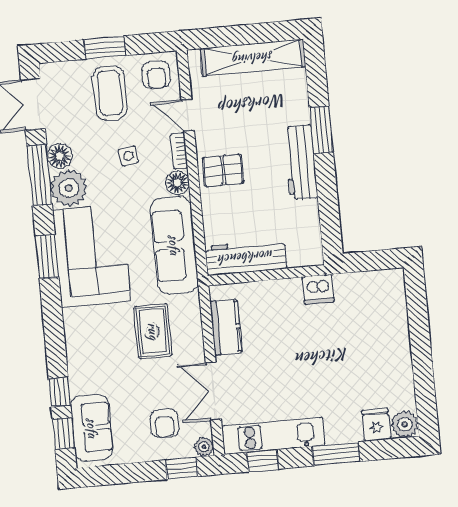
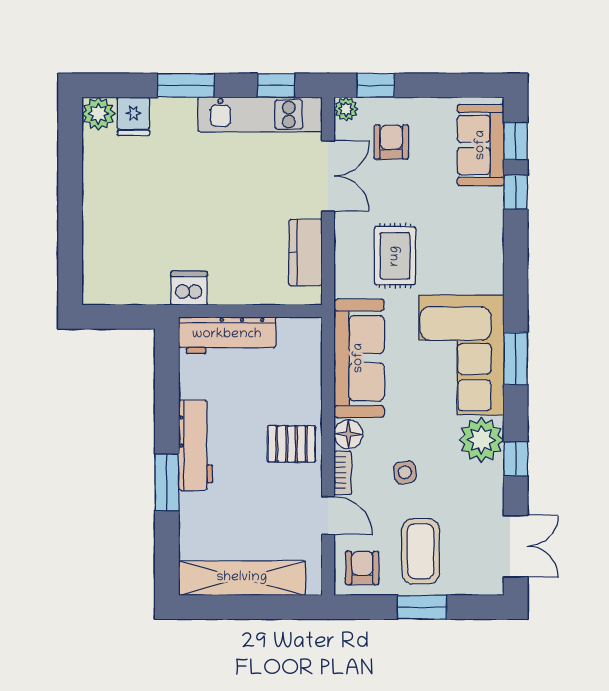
floor lamp: (60, 156) -> (489, 480), removed
window: (40, 175) -> (516, 459), width x0.46
workbench: (246, 257) -> (227, 335), moved

